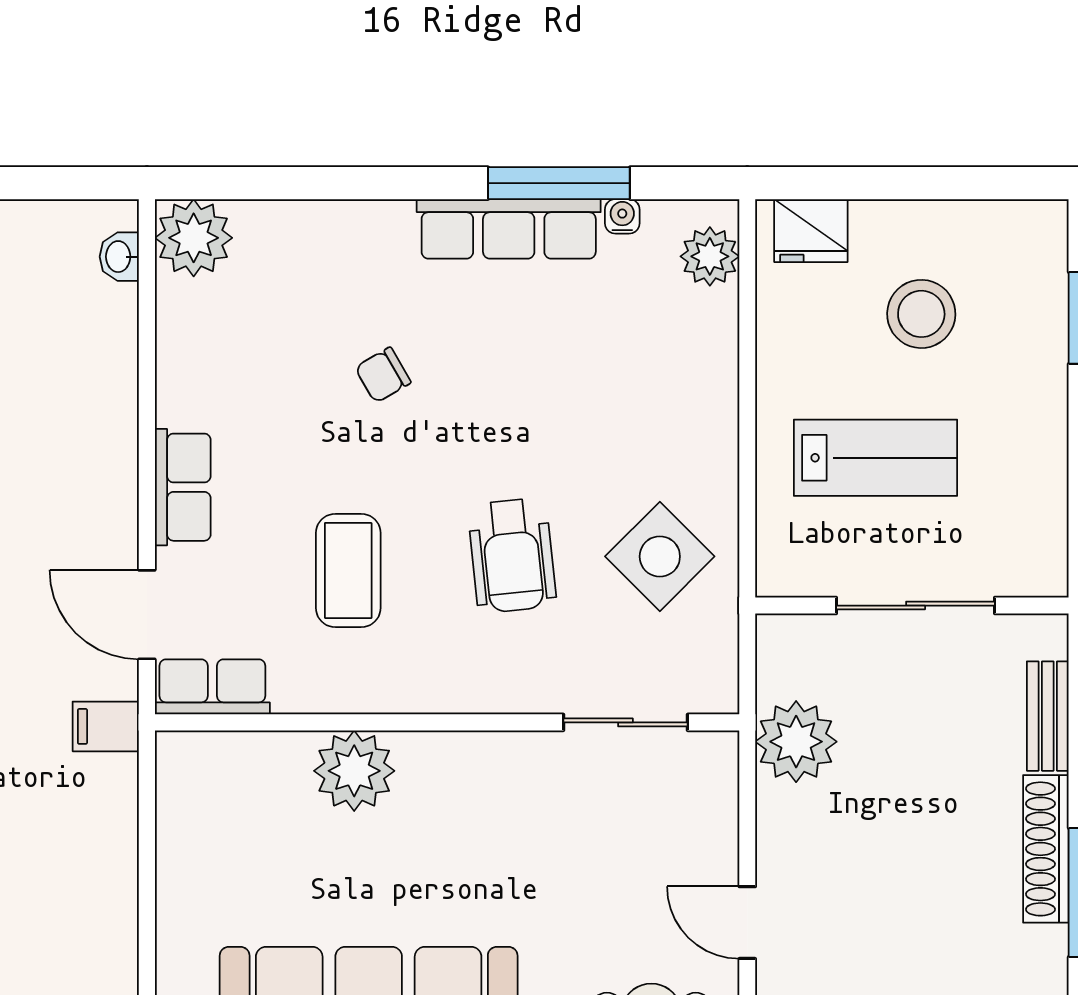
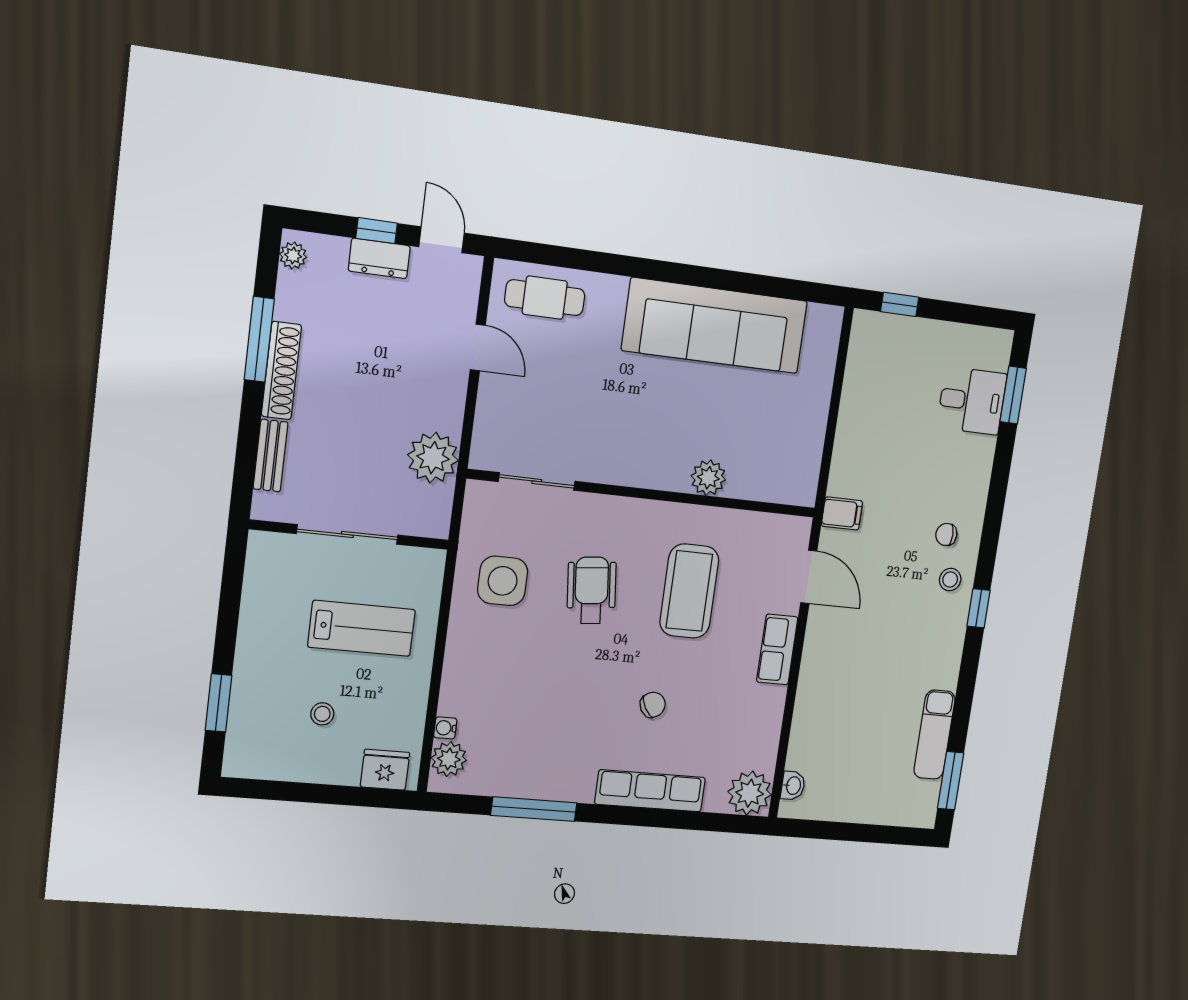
water cooler: (622, 216) -> (445, 728), moved, turned 90
row of seats: (509, 229) -> (650, 791), moved
stool: (921, 314) -> (322, 714), width x0.53, depth x0.53
lab bench: (876, 458) -> (362, 628), turned 180
side table: (660, 556) -> (503, 581), turned 45
coffee table: (348, 570) -> (689, 591), width x1.36, depth x1.32
row of seats: (212, 687) -> (778, 530), removed
plant: (354, 771) -> (708, 478), width x0.73, depth x0.73

